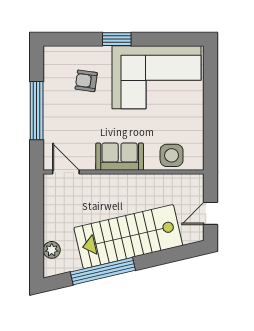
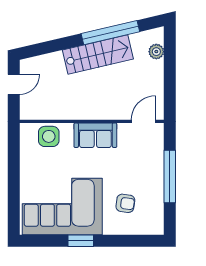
window: (117, 39) -> (81, 241), moved
door: (66, 172) -> (144, 121), swing flipped
stairs: (128, 237) -> (98, 54), width x0.73, depth x0.66

